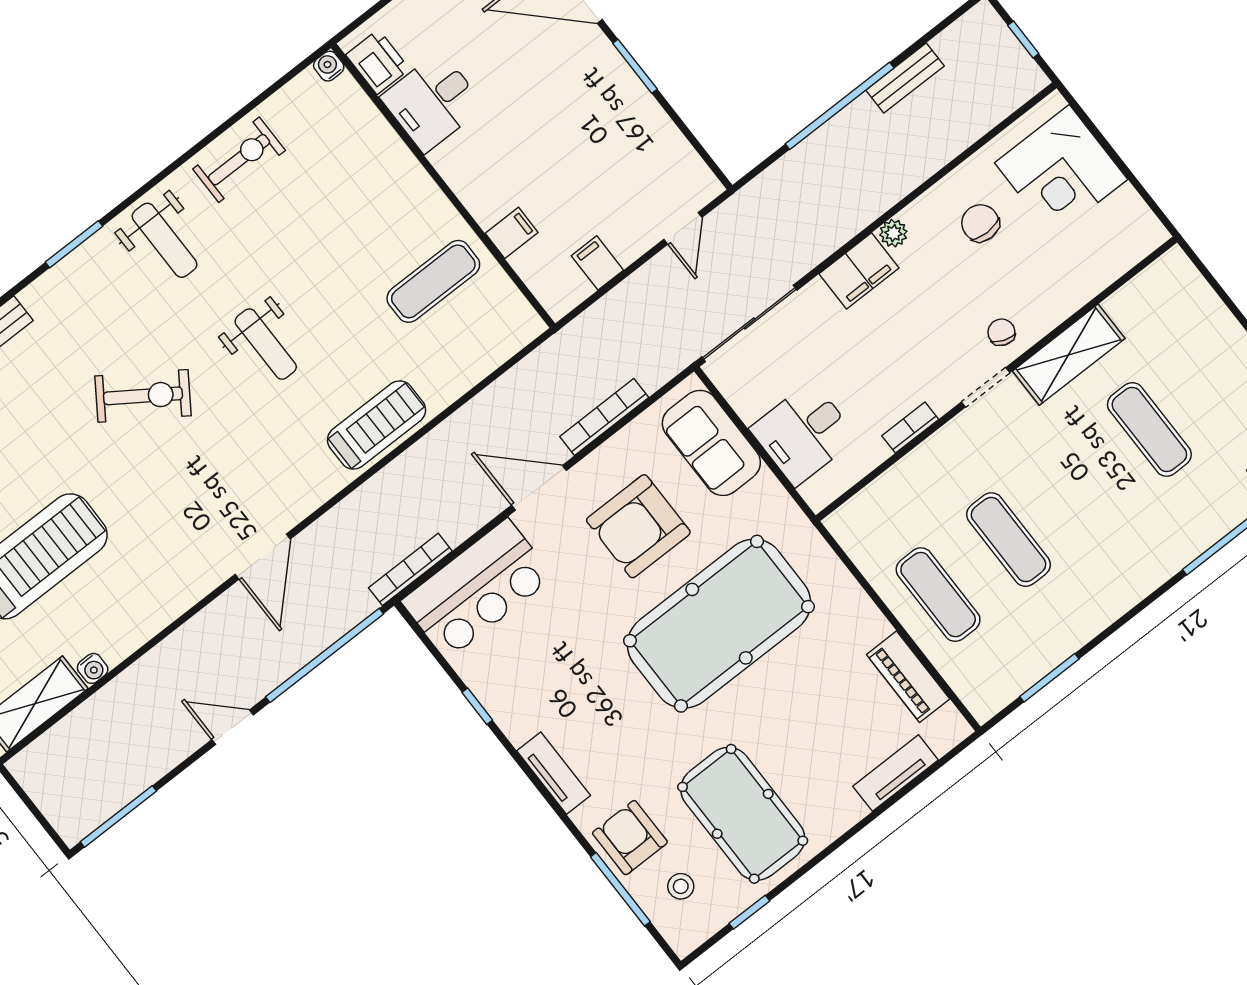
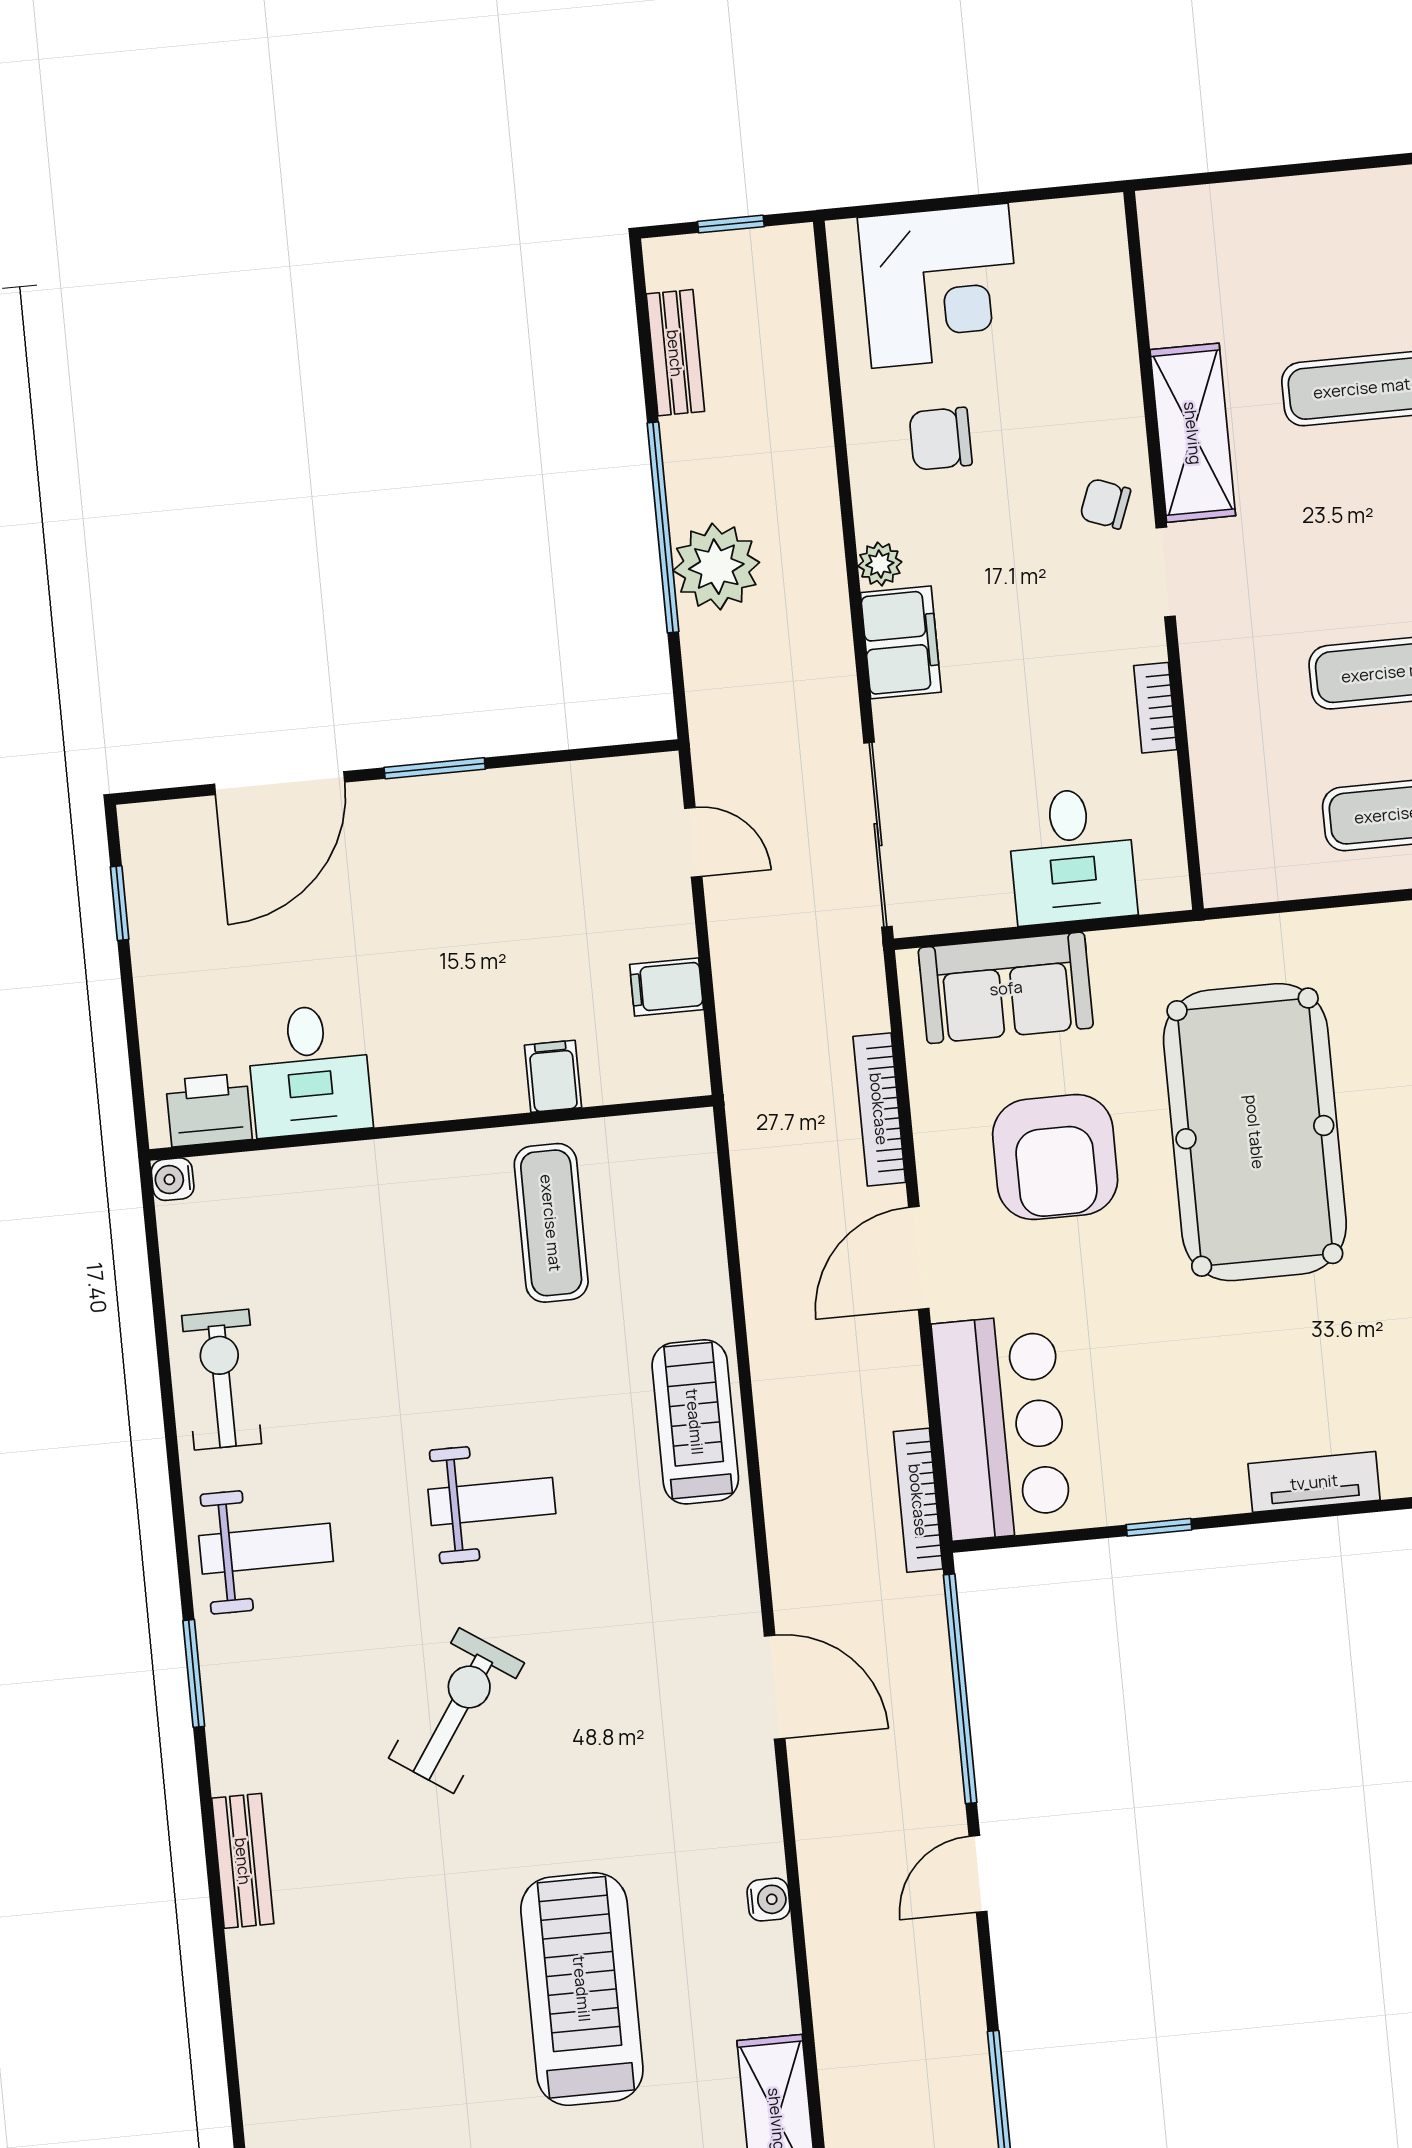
bench: (905, 78) -> (675, 353), moved
plant: (837, 147) -> (716, 567), added
water cooler: (93, 668) -> (769, 1900), moved

